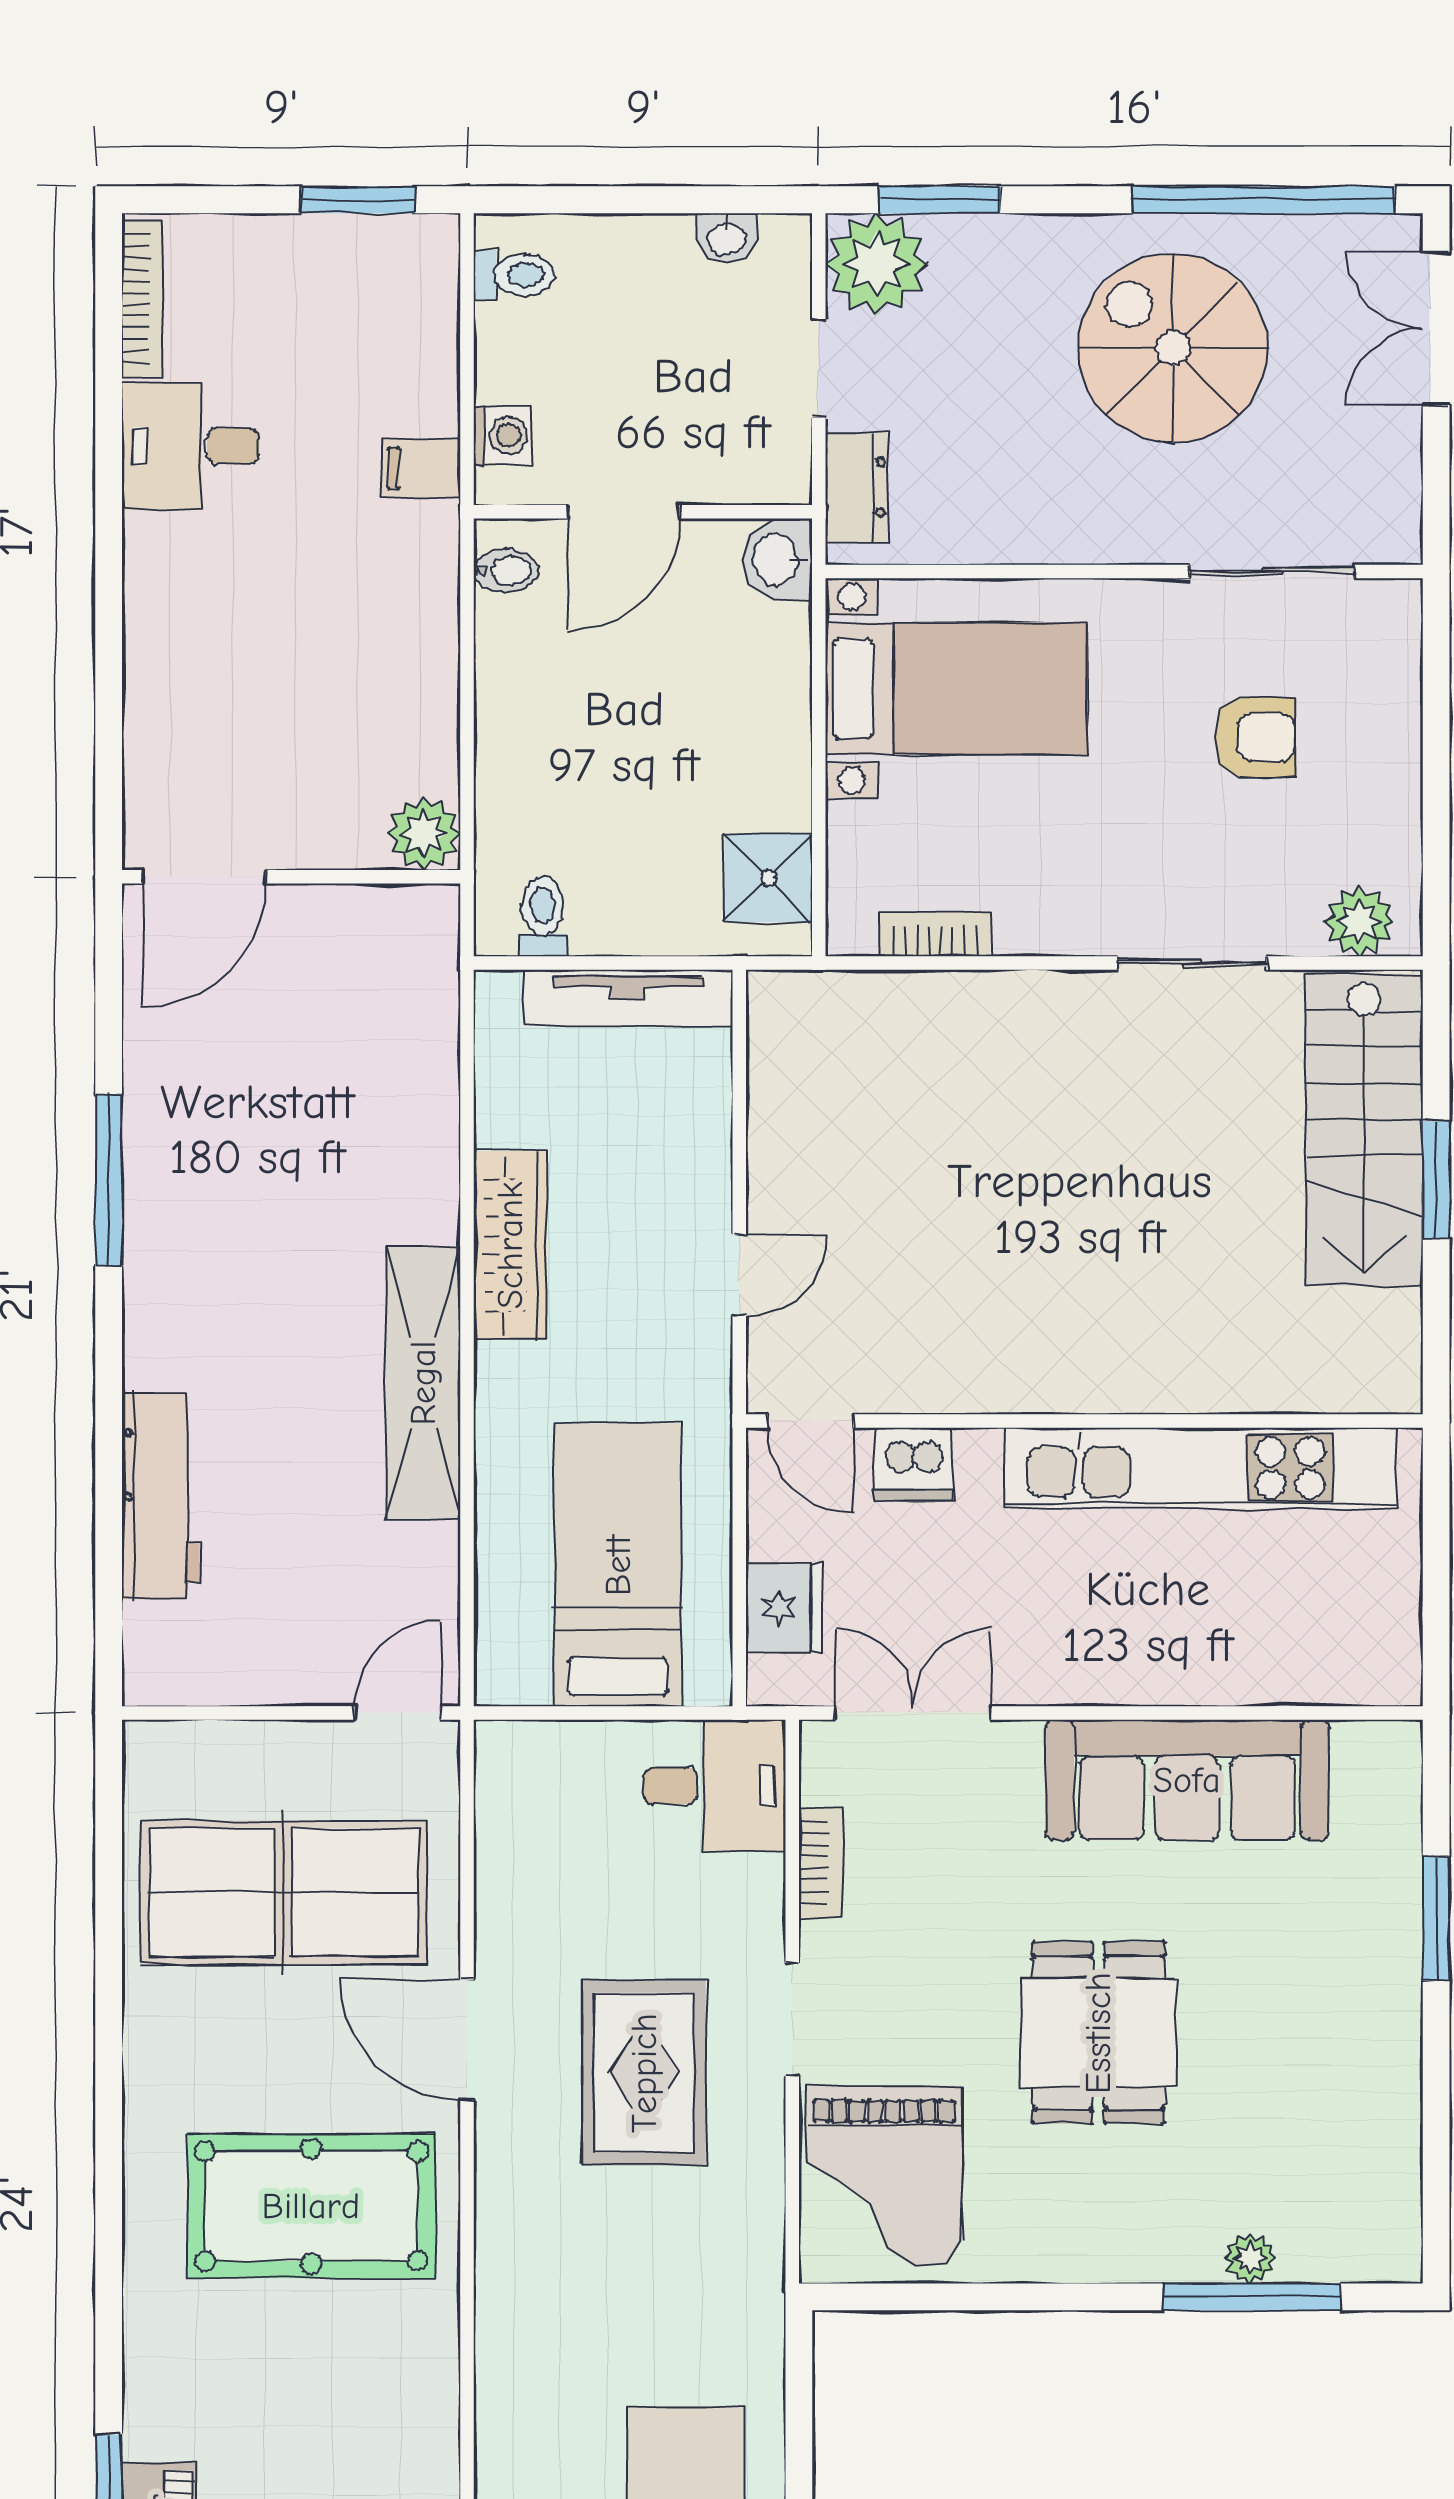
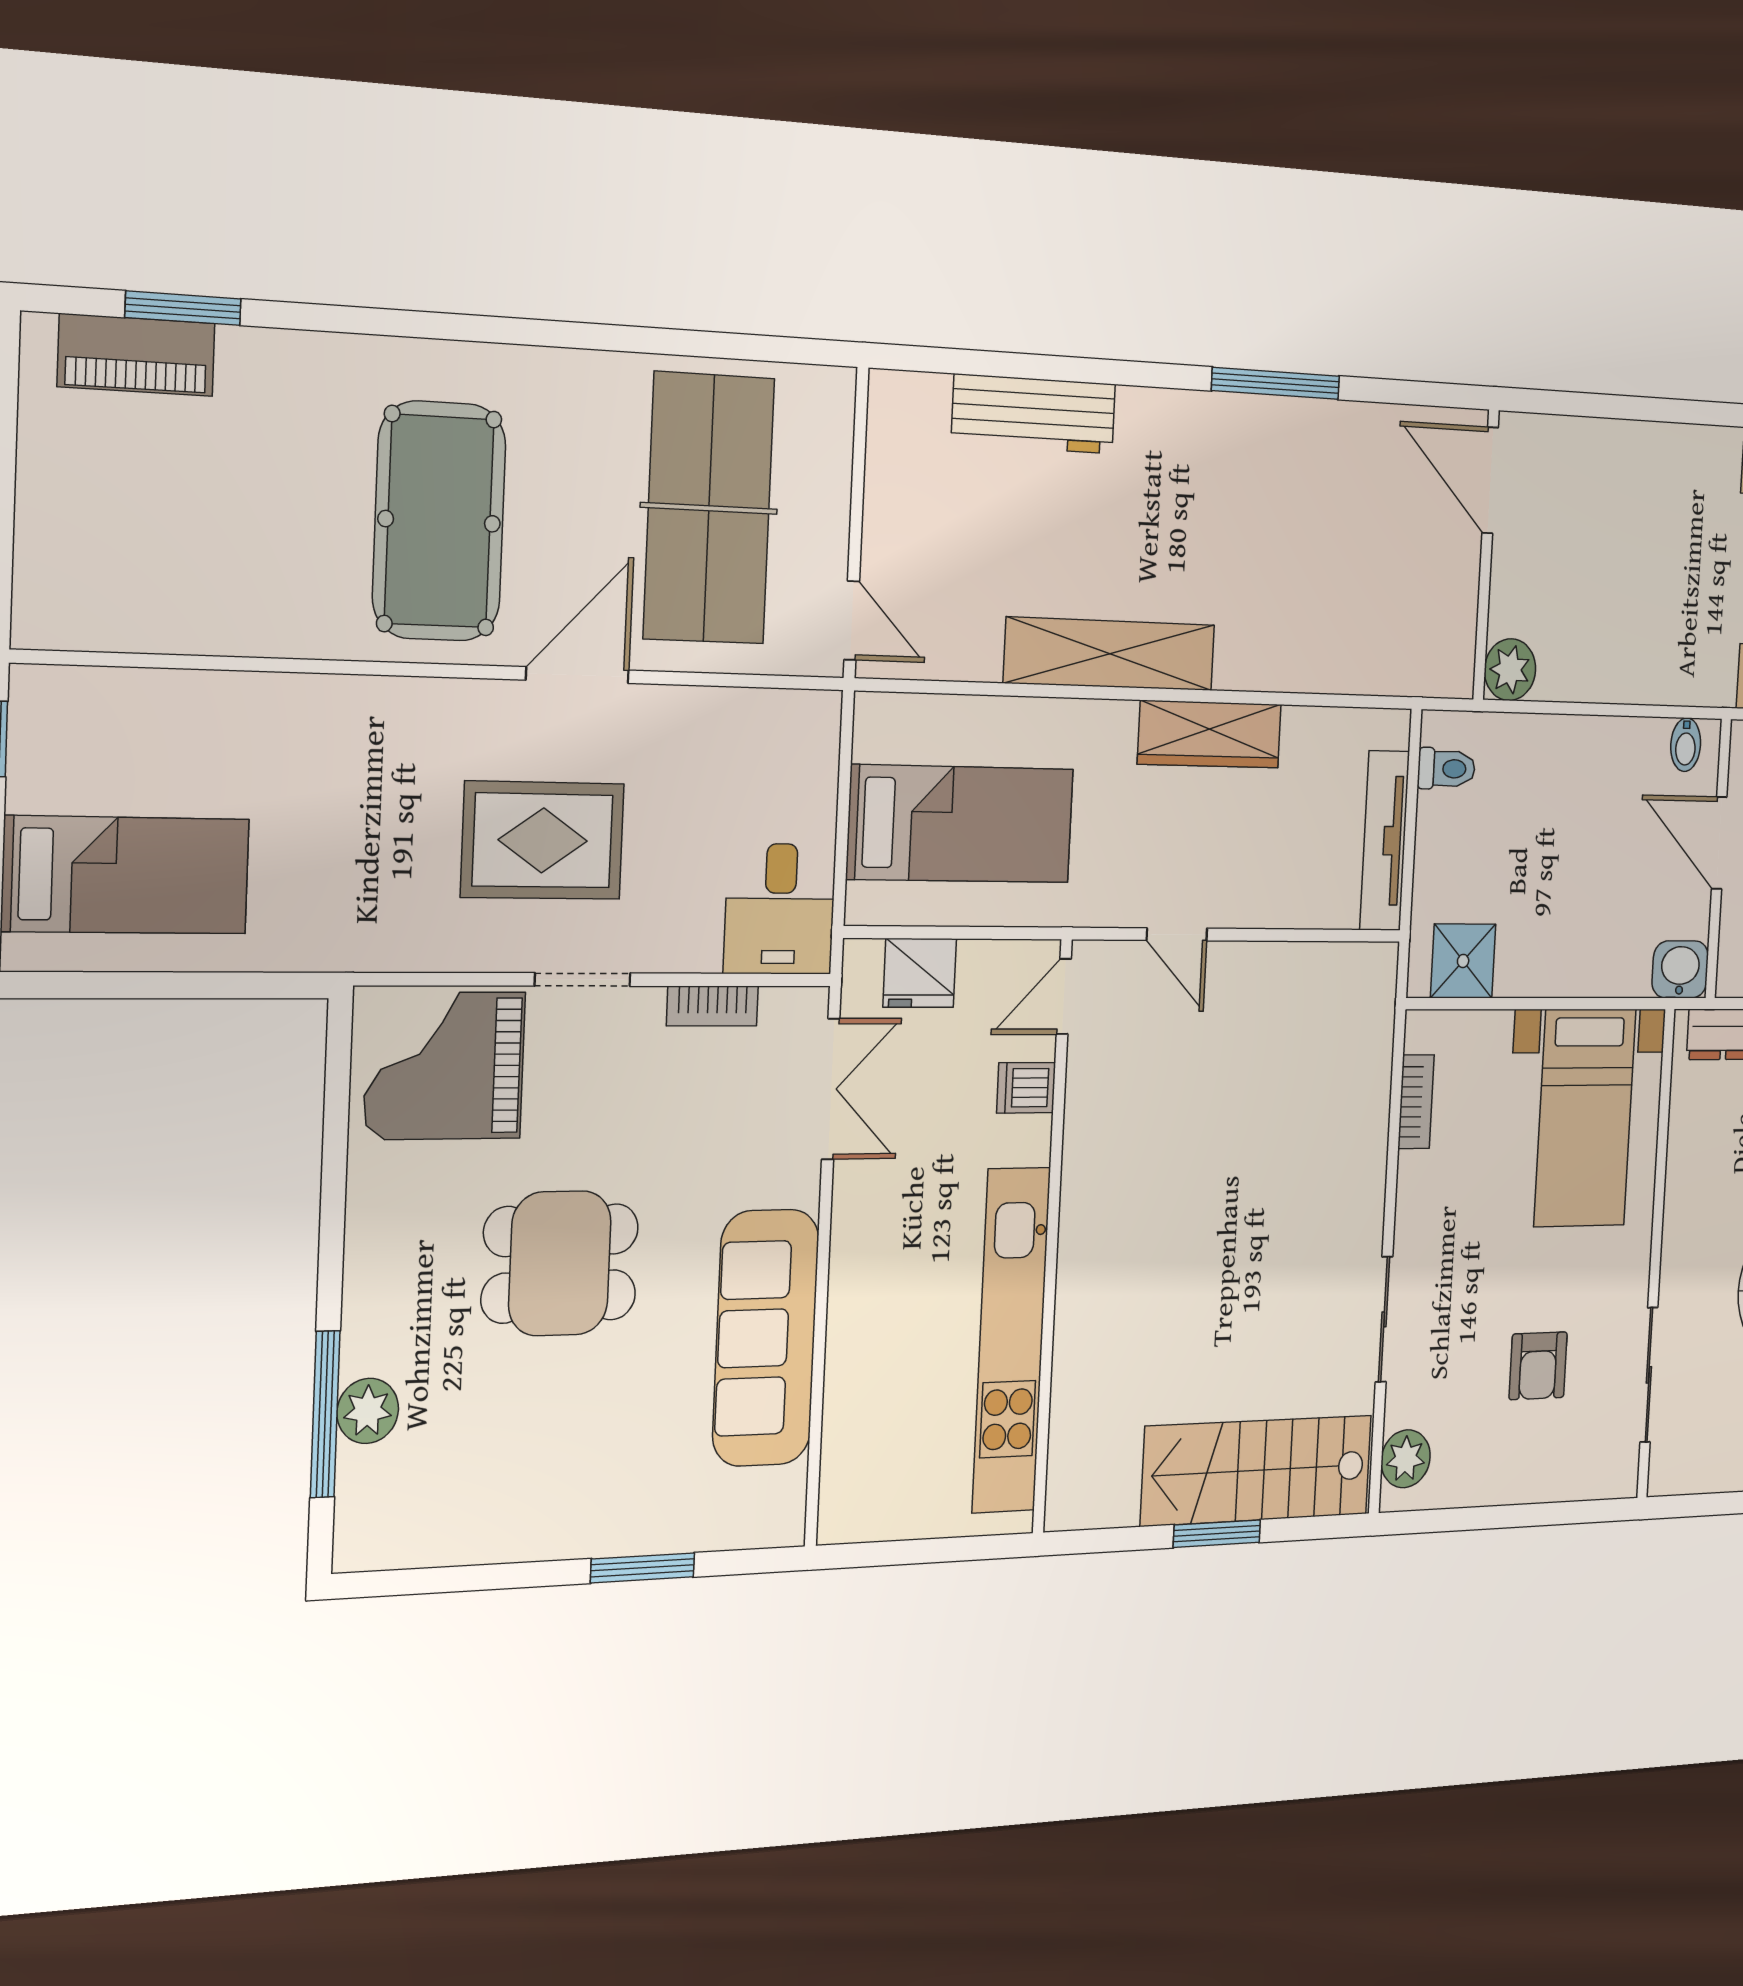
dishwasher: (914, 1464) -> (1026, 1088), width x0.73
plant: (1250, 2258) -> (368, 1411), width x1.38, depth x1.38

